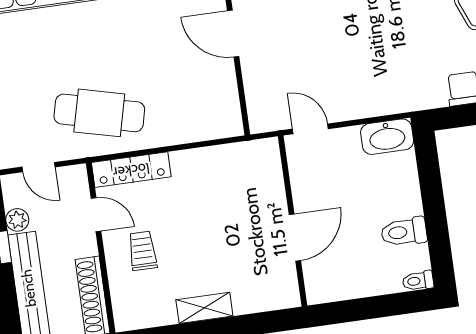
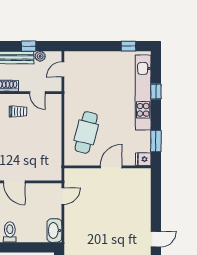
cafe table: (99, 113) -> (86, 132), moved
locker: (131, 170) -> (56, 112), removed
door: (96, 215) -> (37, 93), hinge flipped

